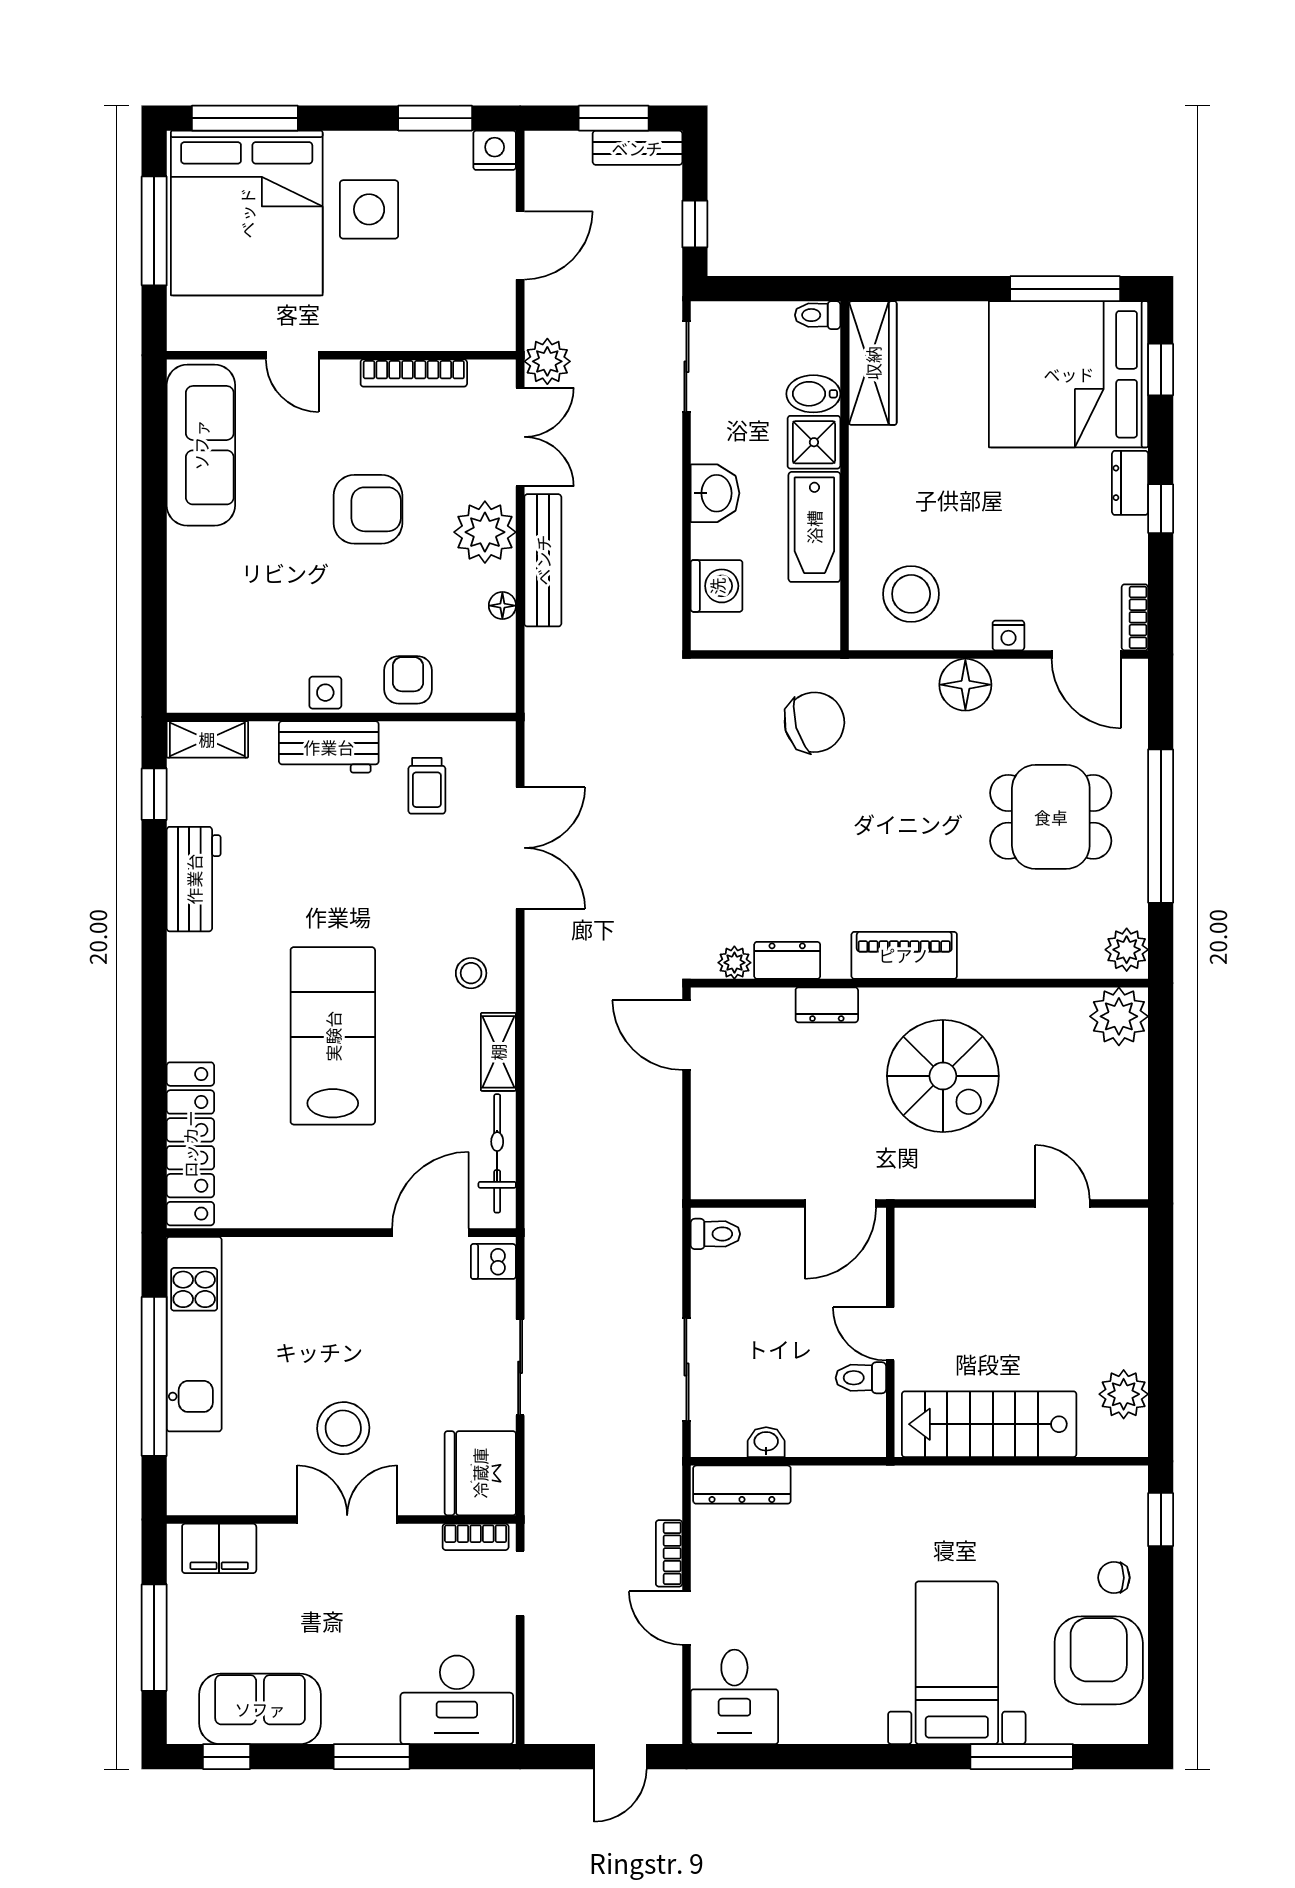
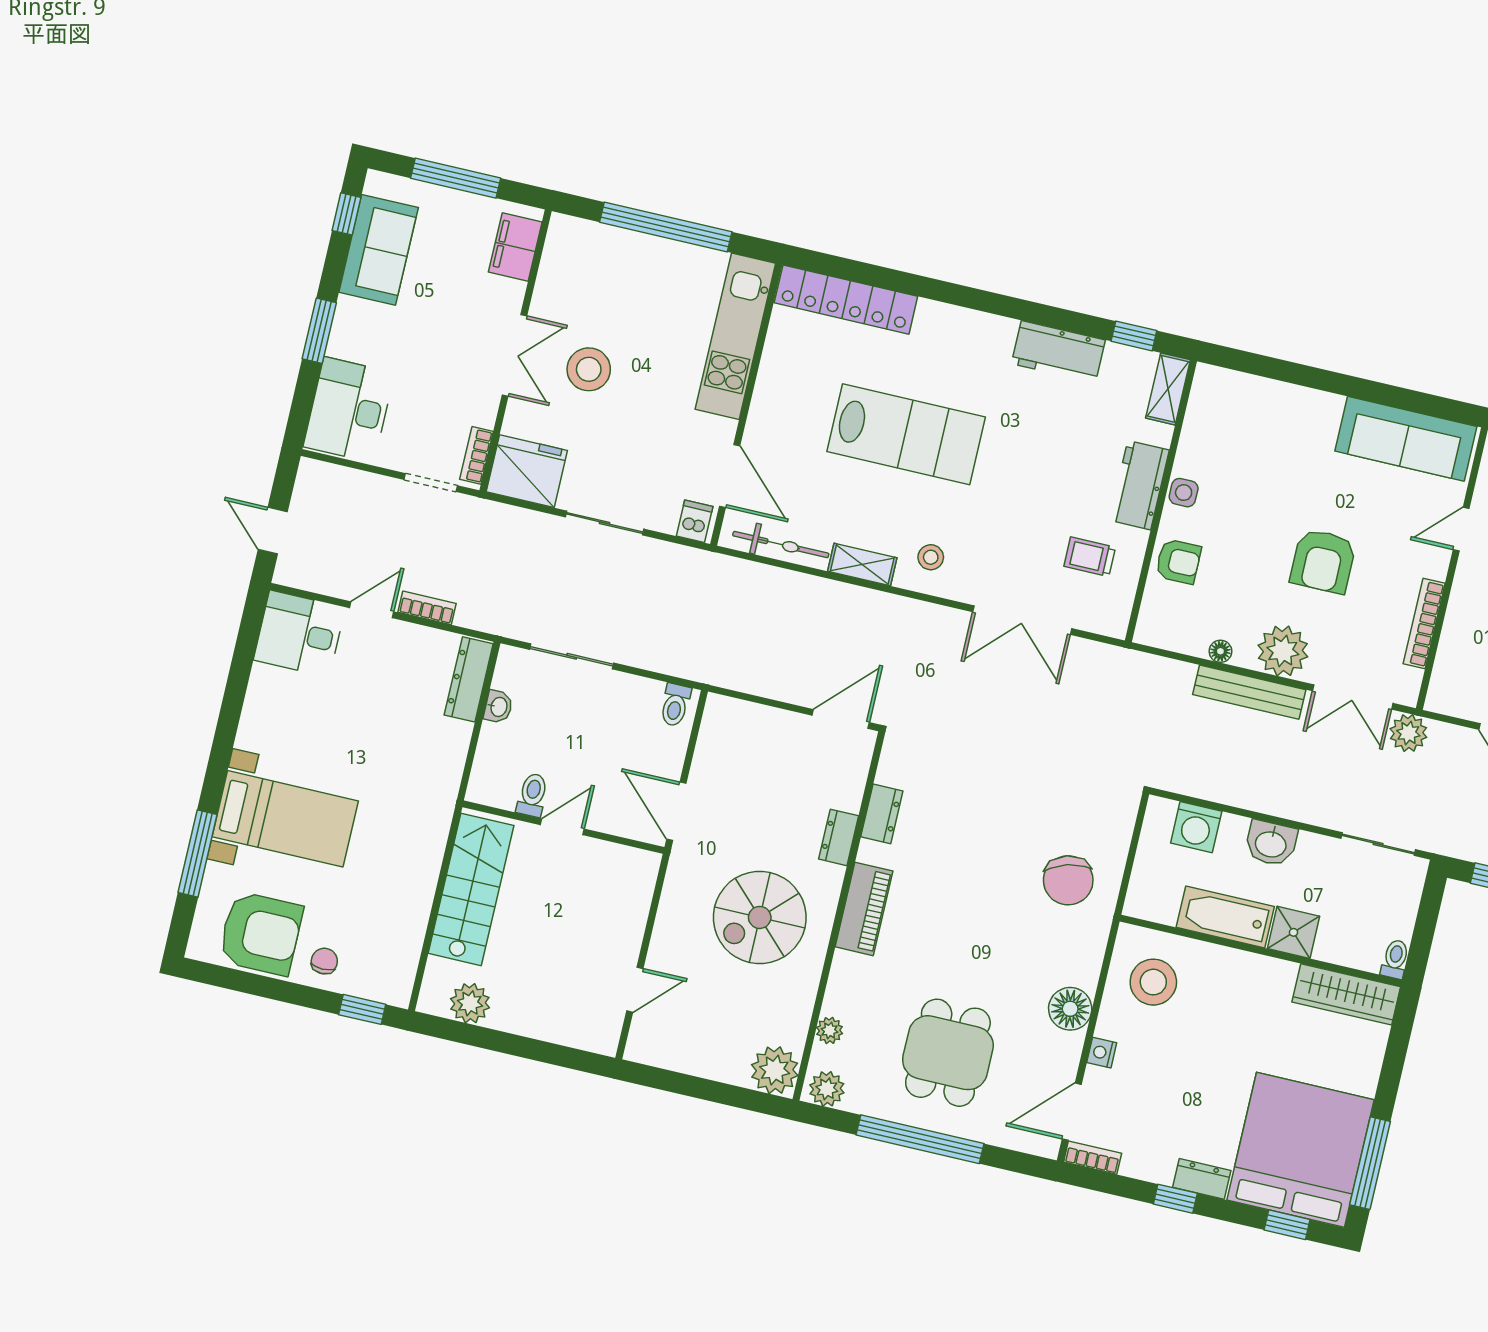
bidet: (813, 394) -> (1333, 941), removed
plant: (734, 963) -> (830, 1030), moved
kitchen unit: (194, 1334) -> (735, 336), moved, turned 90

